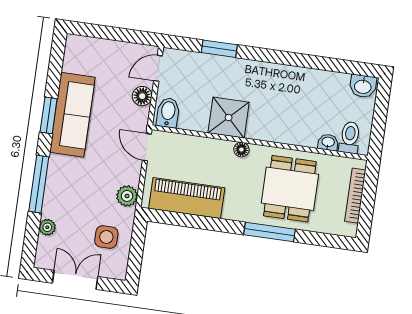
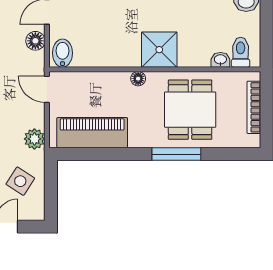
shower: (229, 118) -> (159, 50), moved
side table: (106, 237) -> (20, 181), turned 33

